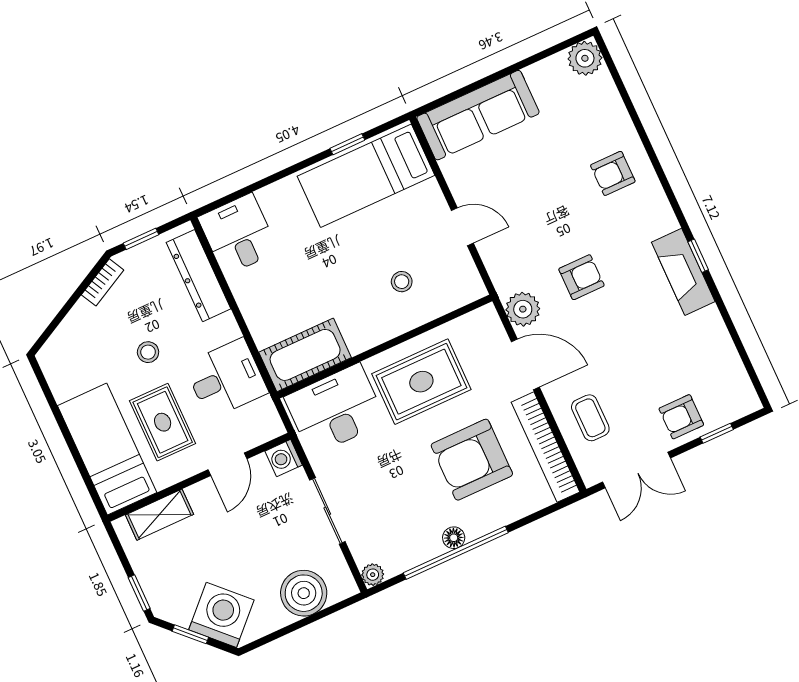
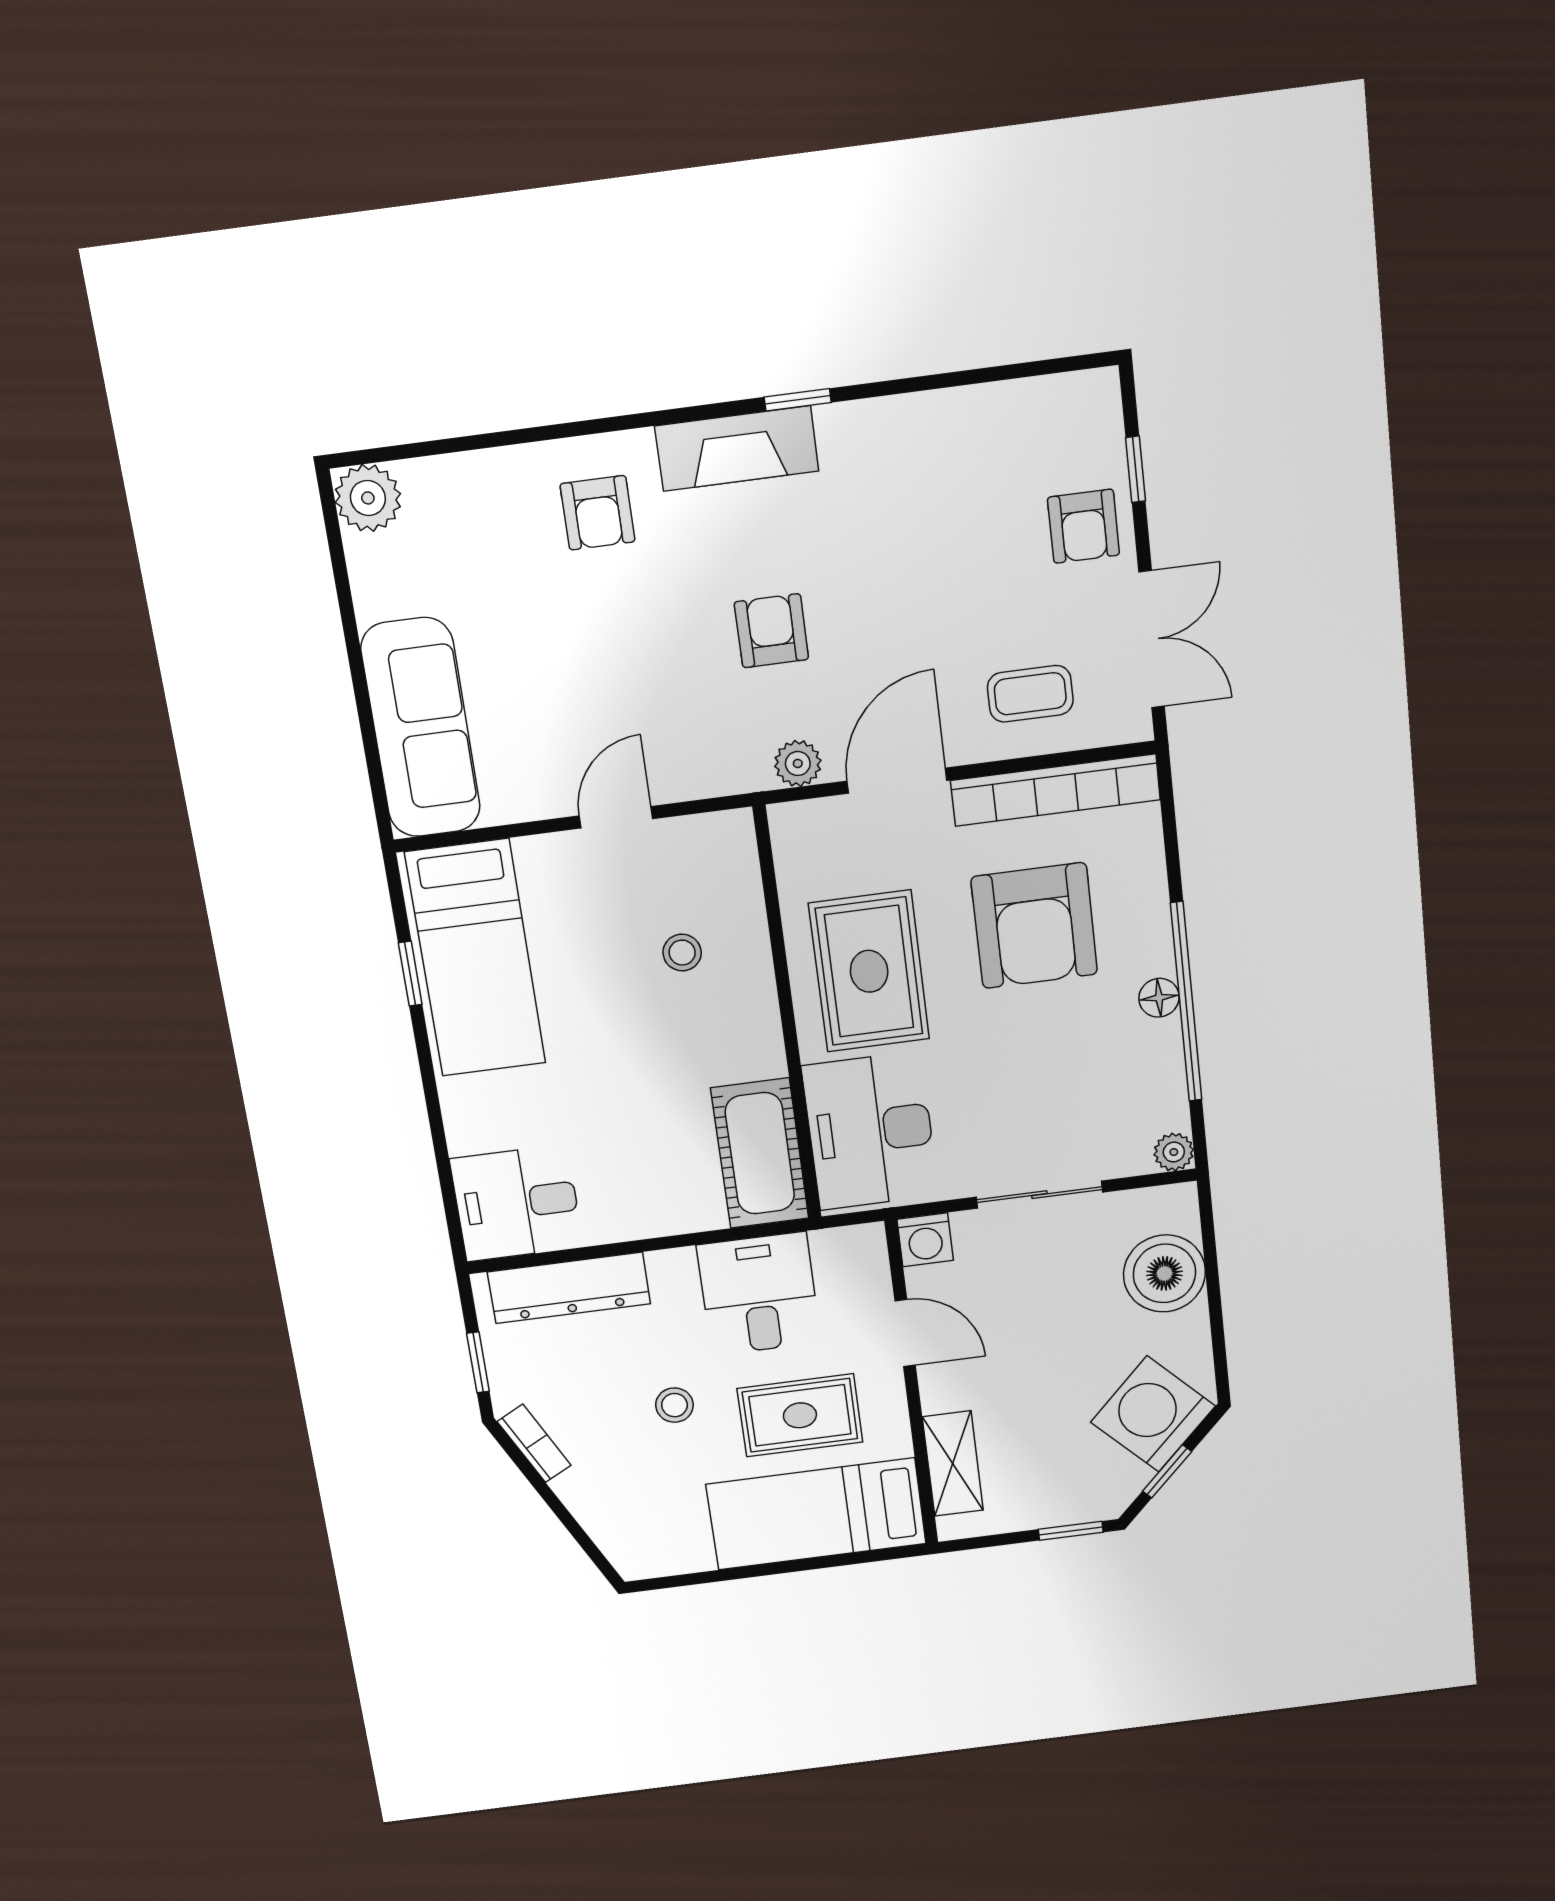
fireplace: (683, 272) -> (737, 449), moved
plant: (523, 309) -> (798, 763), width x0.73, depth x0.73

